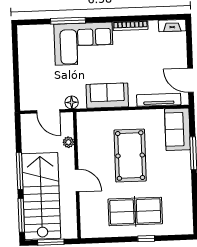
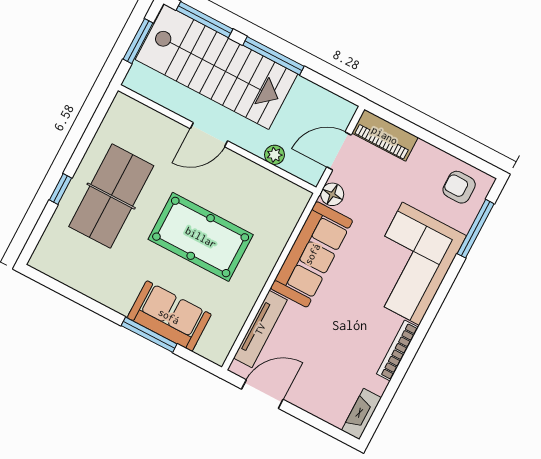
window: (68, 21) -> (476, 229), moved
armchair: (32, 42) -> (459, 187), added
piano: (27, 93) -> (385, 135), added
sofa: (107, 96) -> (312, 254), width x1.36
sofa: (177, 129) -> (169, 316), moved

